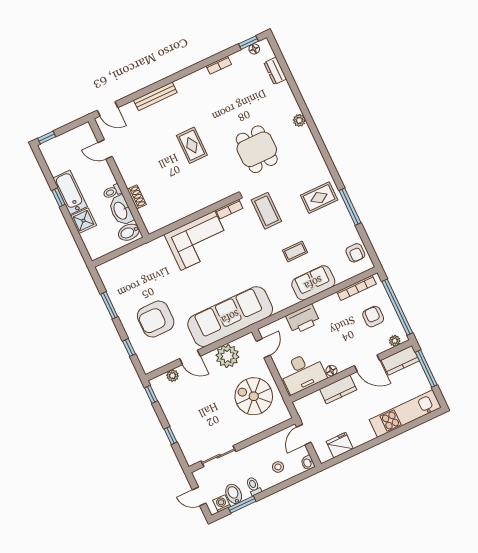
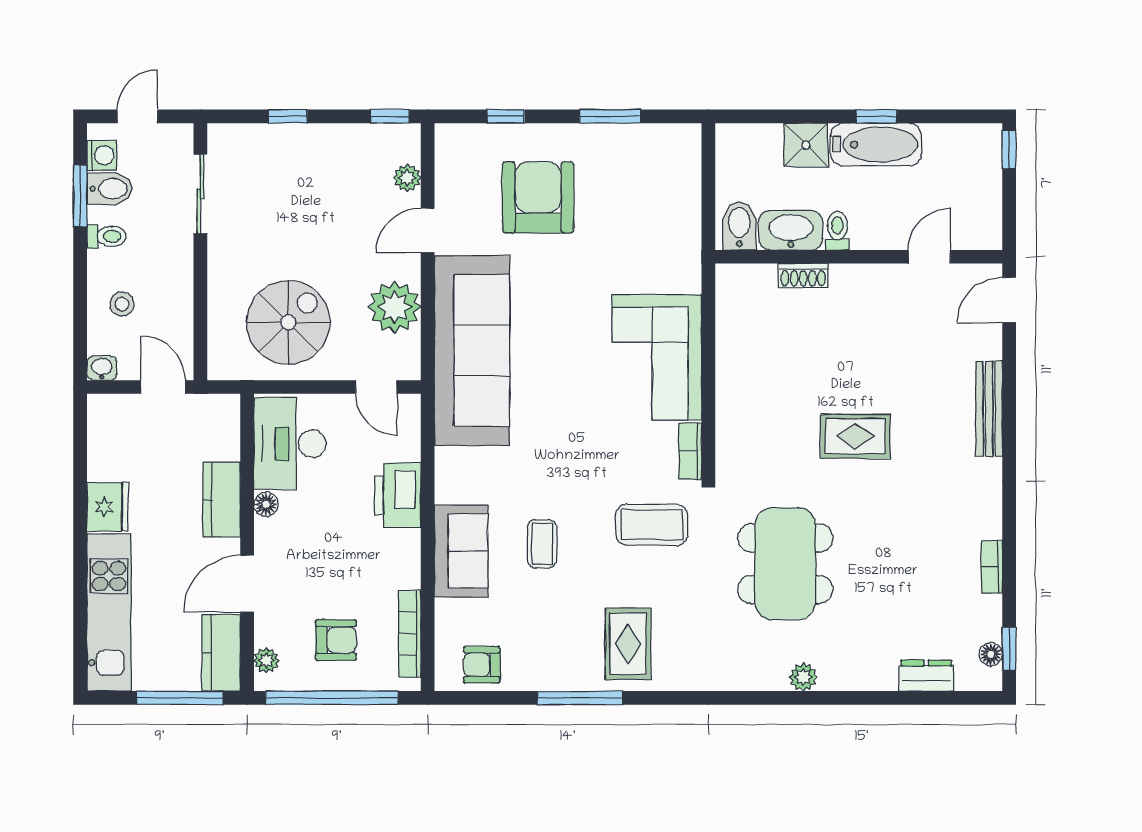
dining table: (257, 149) -> (785, 564), width x1.38
fridge: (340, 445) -> (107, 507), moved

